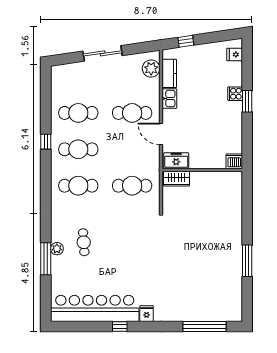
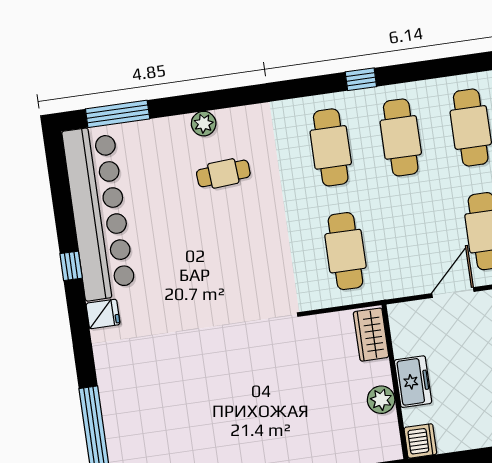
window: (46, 142) -> (361, 79), moved
freezer: (176, 161) -> (413, 382), moved
plant: (210, 178) -> (381, 400), added
window: (46, 259) -> (118, 114), moved

